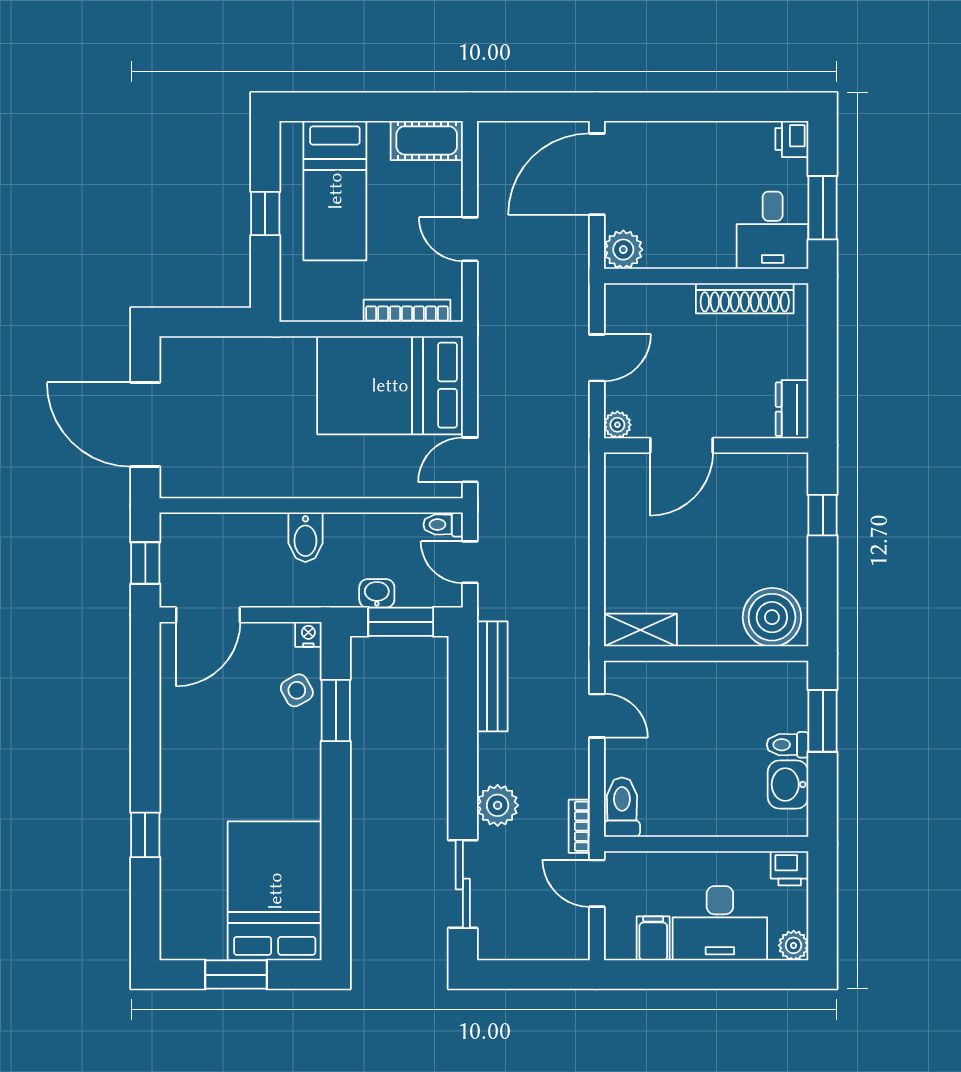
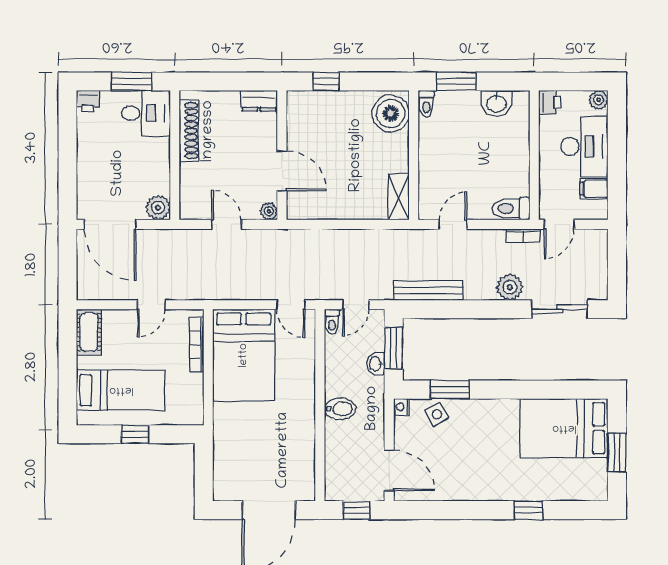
toilet: (788, 745) -> (426, 104), moved

